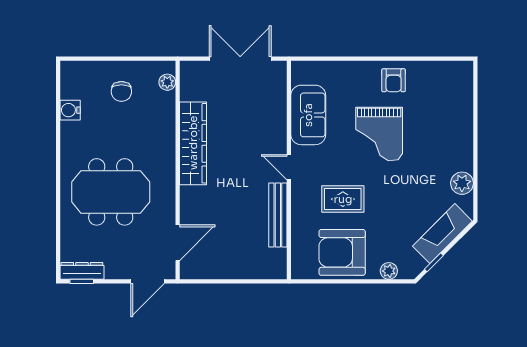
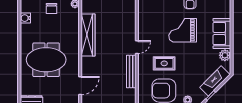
sofa: (308, 115) -> (222, 34), moved, turned 180
grand piano: (379, 134) -> (183, 30), turned 90
door: (289, 167) -> (137, 47), swing flipped

